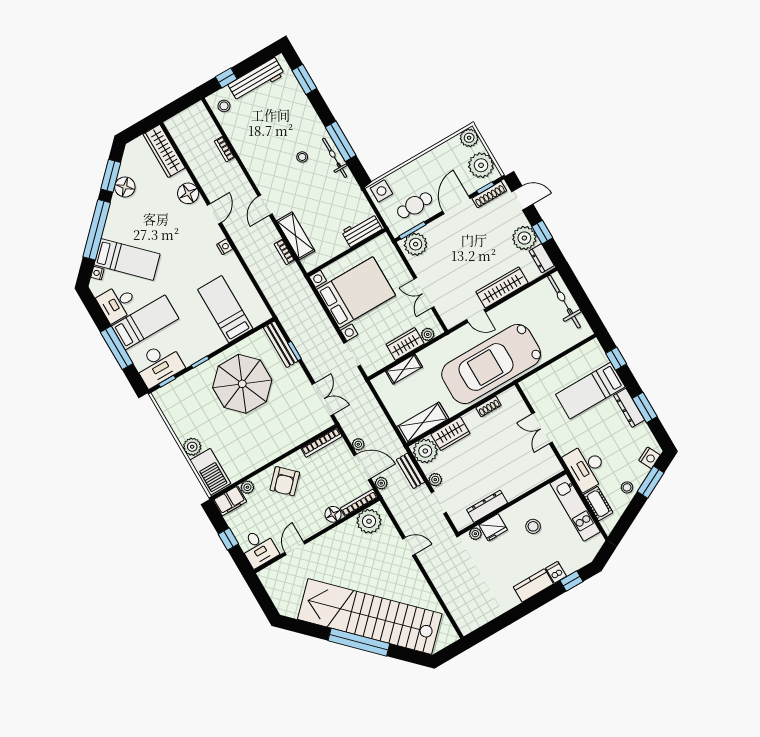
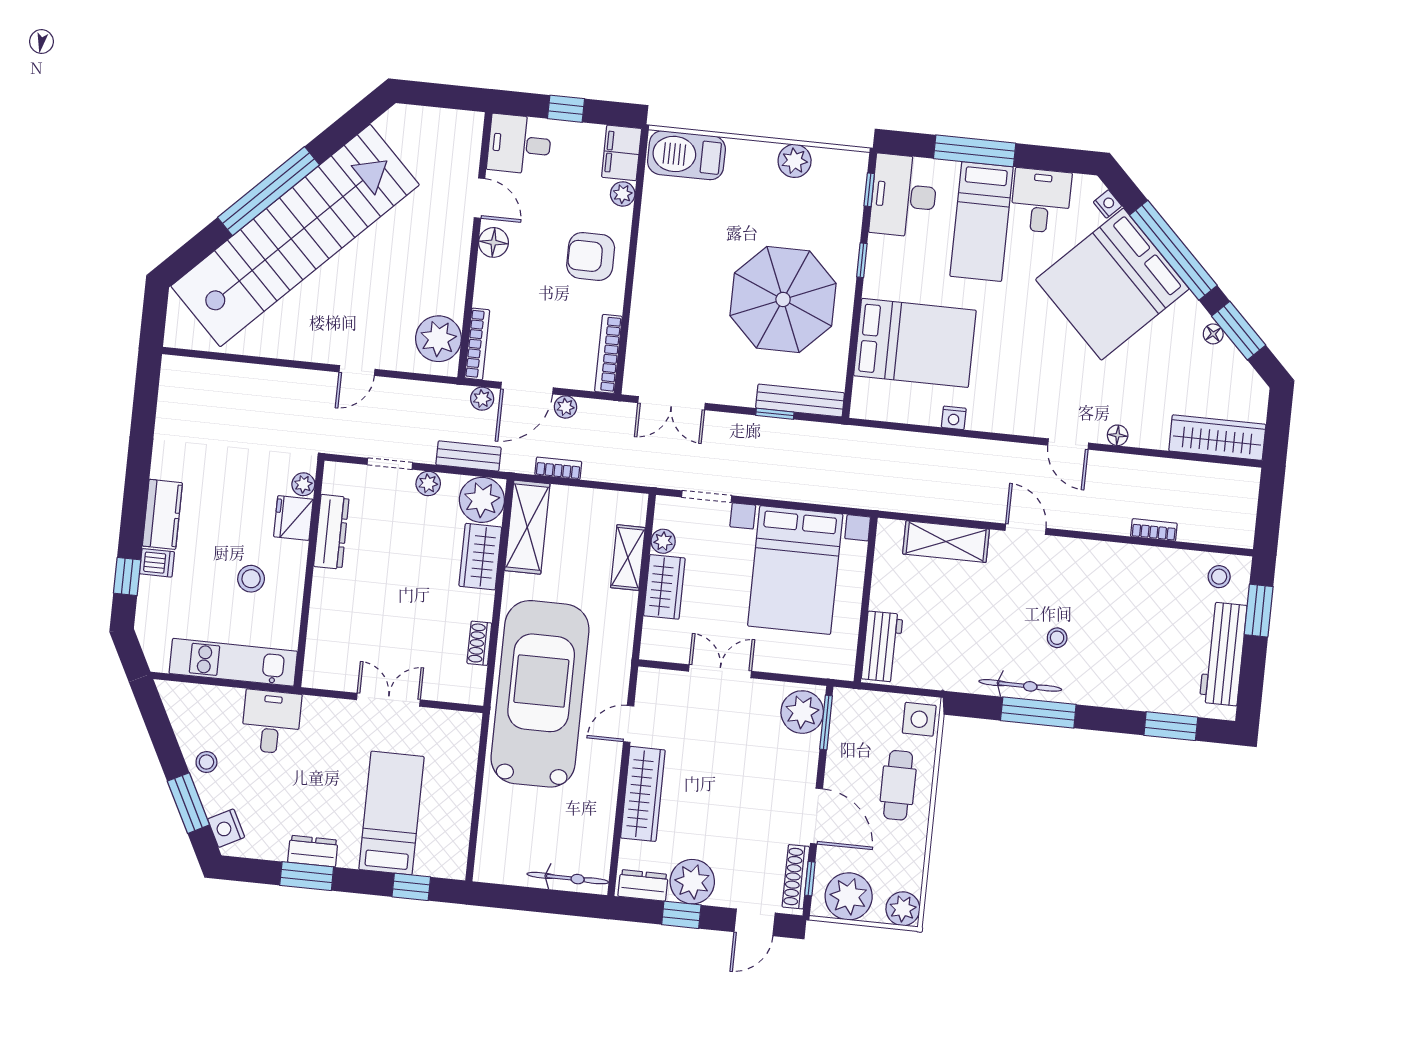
window: (226, 78) -> (1259, 611), width x1.50
floor lamp: (125, 187) -> (1213, 334), width x0.53, depth x0.53
floor lamp: (188, 193) -> (1118, 435), width x0.53, depth x0.53
cafe table: (415, 205) -> (898, 785), moved
nightstand: (225, 247) -> (954, 418), moved
bookcase: (284, 252) -> (558, 468), moved
bed: (127, 259) -> (1112, 284), width x2.04
bicycle: (564, 302) -> (568, 878), width x0.73, depth x0.71
bed: (225, 309) -> (915, 343), width x1.50
plant: (428, 334) -> (663, 541), moved
dresser: (629, 408) -> (313, 851), width x0.70
plant: (192, 447) -> (795, 161), moved
desk: (586, 467) -> (271, 722), width x0.73
armchair: (285, 481) -> (591, 256), turned -44
cot: (598, 504) -> (214, 701), removed
floor lamp: (333, 514) -> (494, 242), moved

